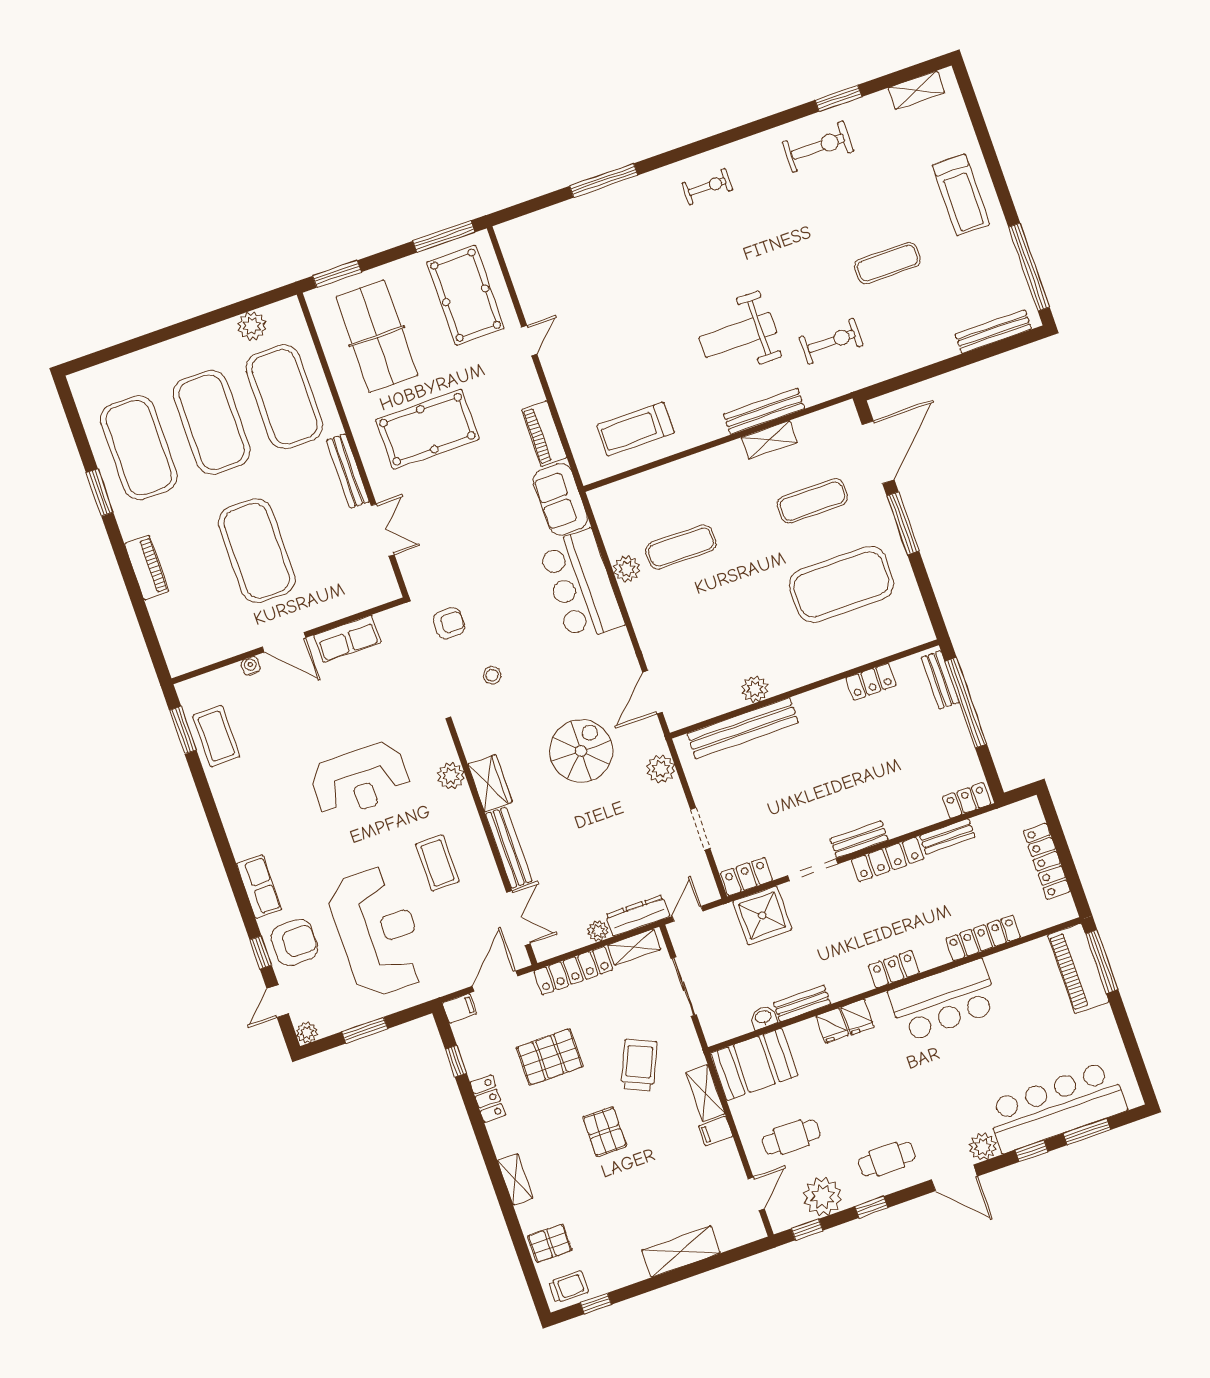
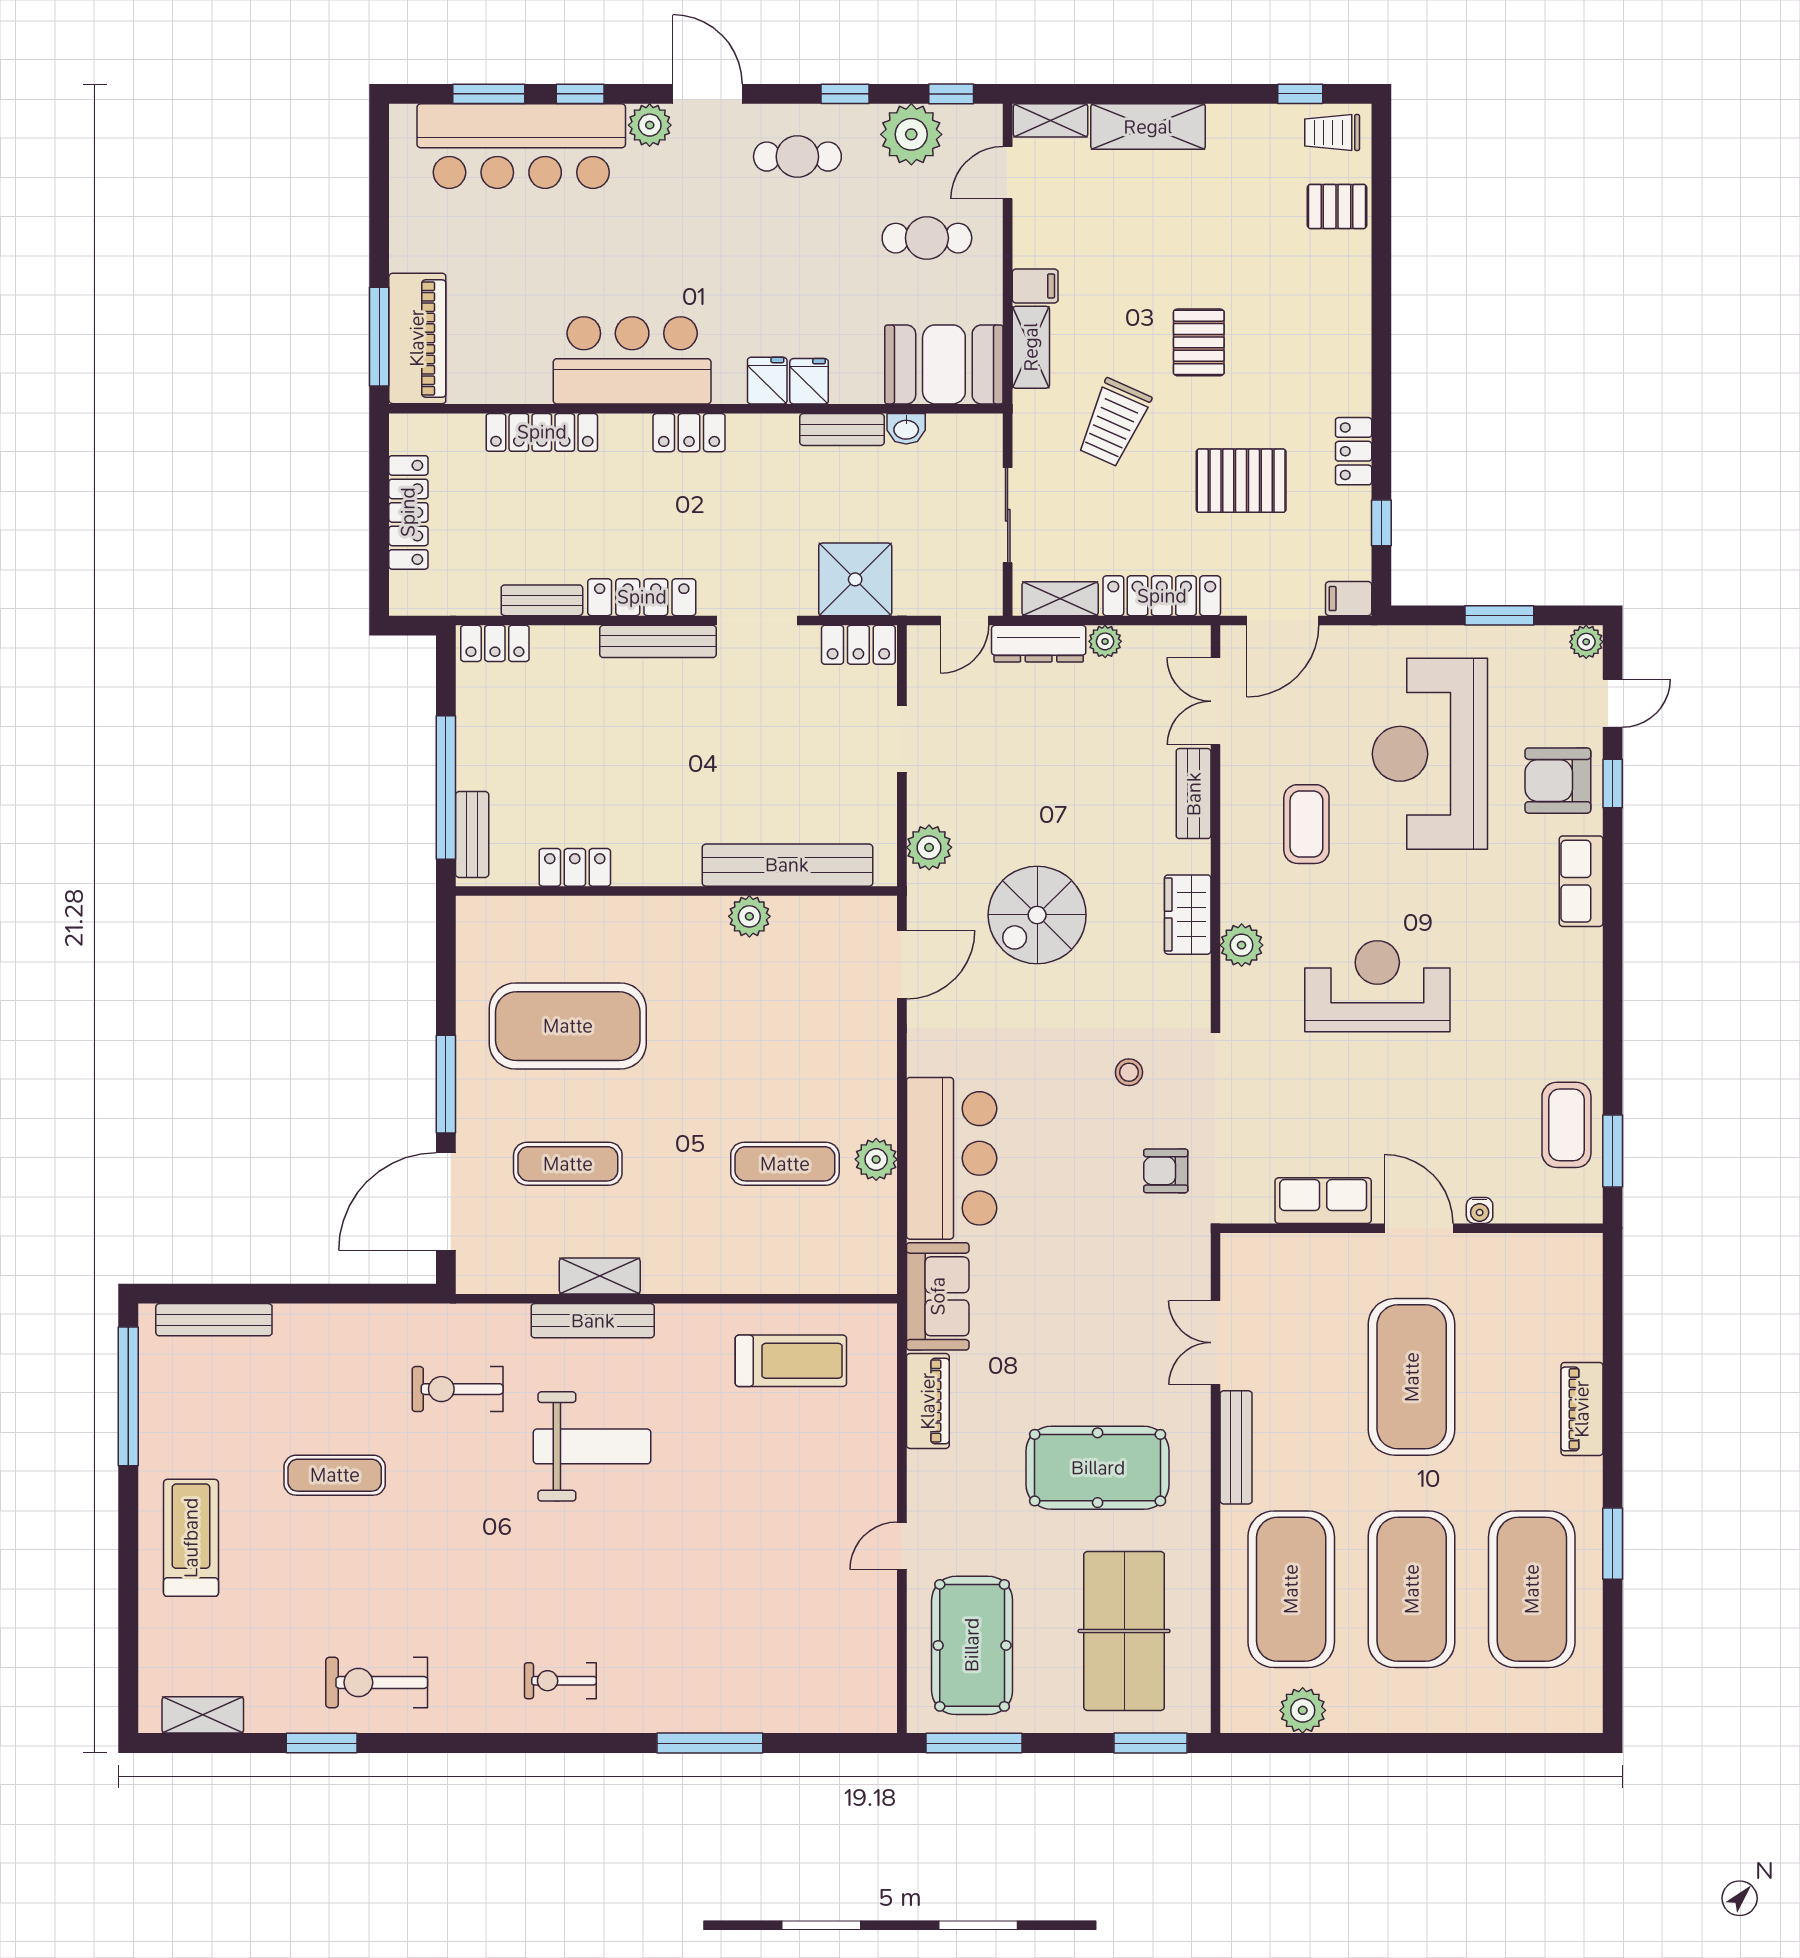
bench: (859, 839) -> (658, 641), width x1.36
bench: (509, 848) -> (1194, 794), width x0.73
shelving: (515, 1179) -> (1051, 120), moved, turned 90

